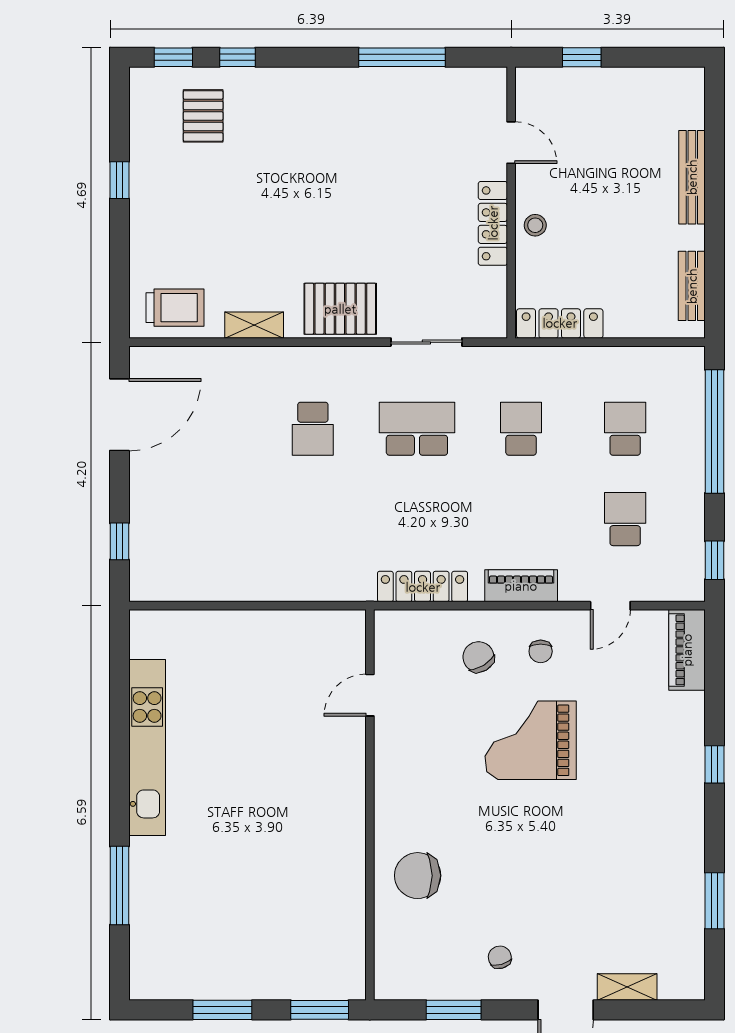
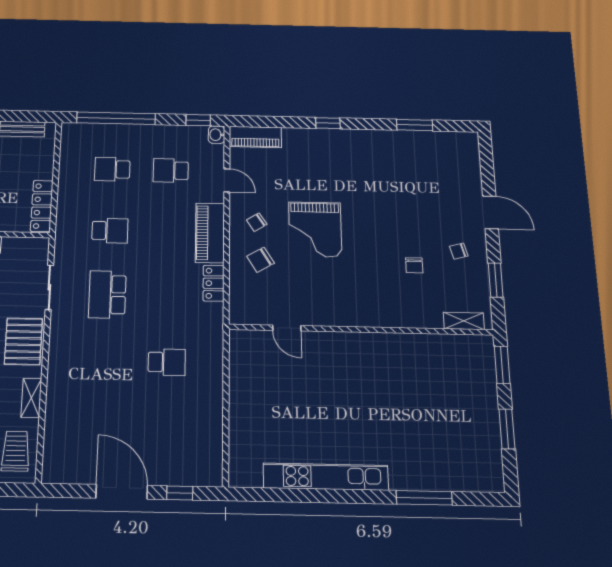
door: (119, 415) -> (122, 492), moved
school desk: (313, 429) -> (167, 362), moved
school desk: (521, 429) -> (110, 231), turned 180
piano: (521, 586) -> (210, 233), width x1.37, depth x1.33
locker: (423, 587) -> (214, 283), width x0.66
washbasin: (689, 589) -> (217, 135), added
chair: (541, 651) -> (257, 222), turned 147
chair: (418, 876) -> (414, 265), moved, width x0.54, depth x0.54
shelving: (627, 987) -> (464, 321), moved, turned 90

